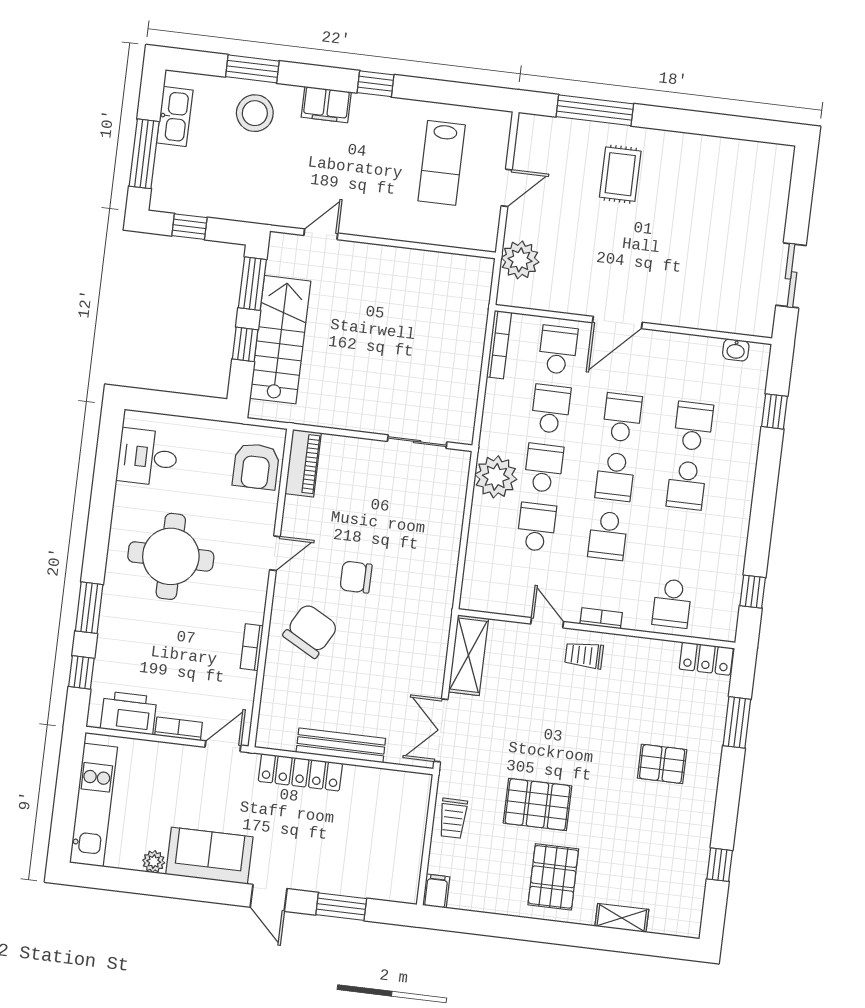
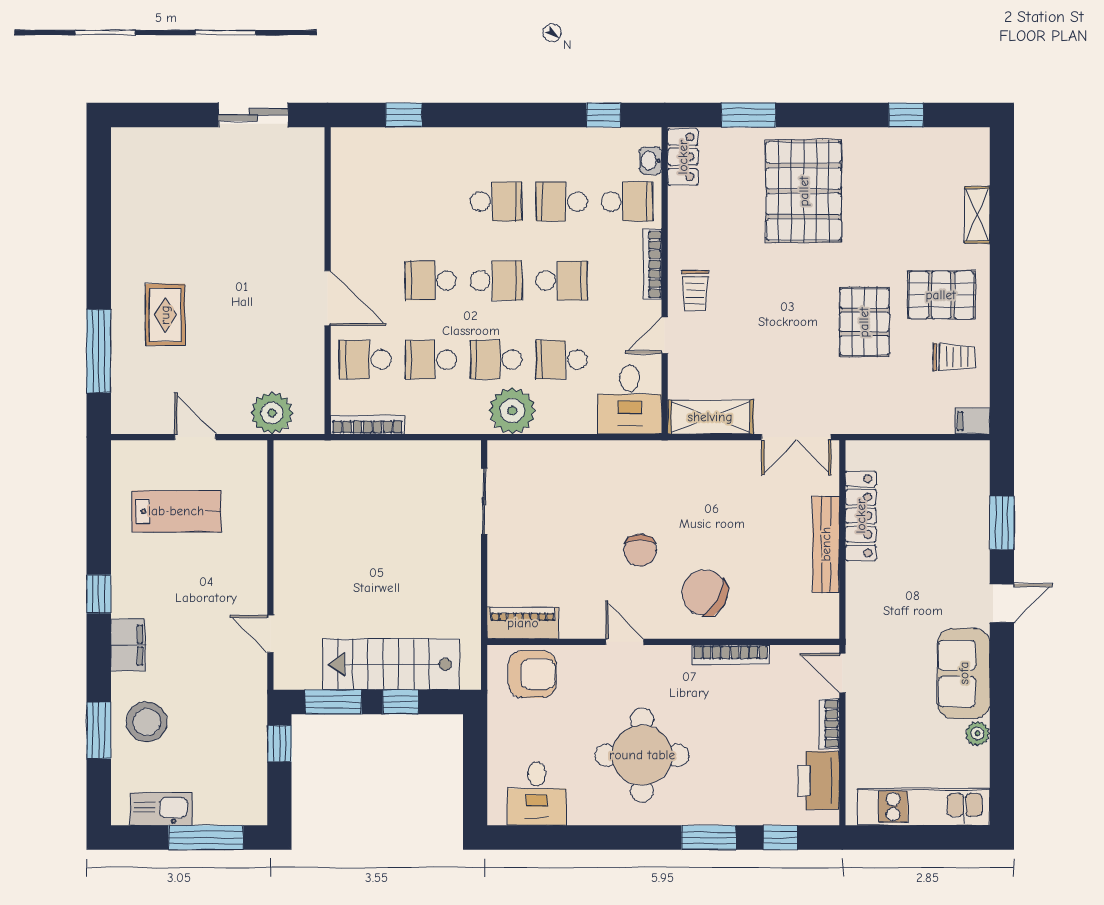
rug: (620, 174) -> (165, 315), turned 90
window: (189, 227) -> (279, 744), moved
washbasin: (736, 350) -> (650, 161), moved, turned 180
school desk: (693, 426) -> (562, 202), moved
desk: (493, 584) -> (630, 400), added
bookcase: (601, 618) -> (653, 264), width x1.56
bookcase: (252, 647) -> (730, 655), width x1.56
pallet: (662, 764) -> (804, 191), width x2.05, depth x2.00
locker: (300, 772) -> (861, 516), moved
trolley: (453, 818) -> (954, 357), moved

